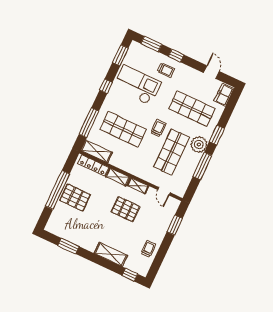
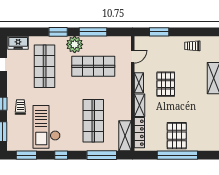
trolley: (158, 128) -> (77, 89), removed

